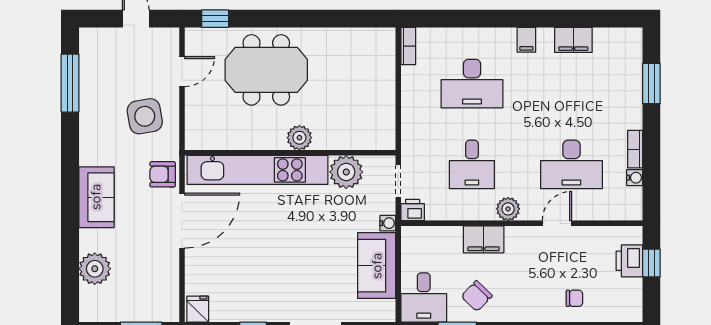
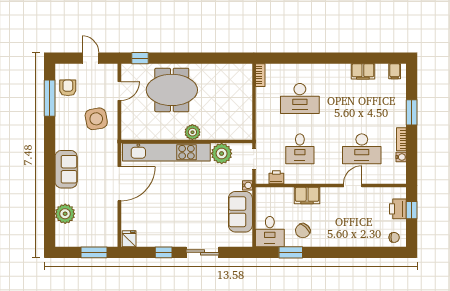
filing cabinet: (526, 40) -> (395, 71), moved
window: (651, 84) -> (412, 112), moved
armchair: (163, 174) -> (68, 88), moved, turned 90
plant: (508, 209) -> (322, 177), removed
printer: (413, 210) -> (276, 177), moved
chair: (574, 298) -> (394, 237), moved

